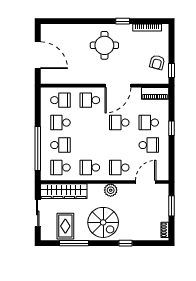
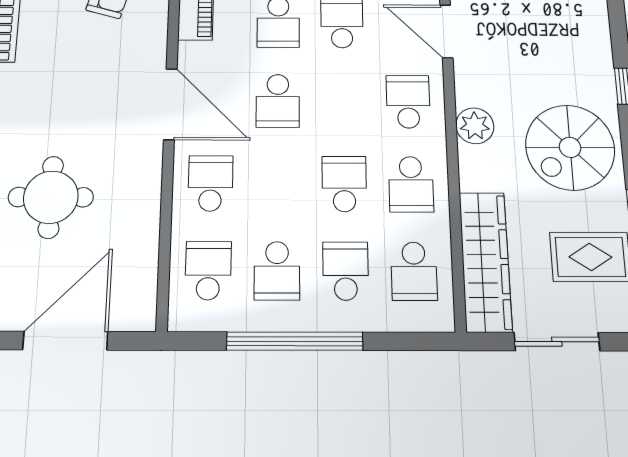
round table: (104, 45) -> (51, 197), moved
school desk: (90, 100) -> (210, 183), turned 180
school desk: (90, 145) -> (344, 184), added
window: (38, 149) -> (295, 341), moved
school desk: (119, 168) -> (408, 102), turned 180
spiral stairs: (103, 222) -> (570, 147), turned 180

